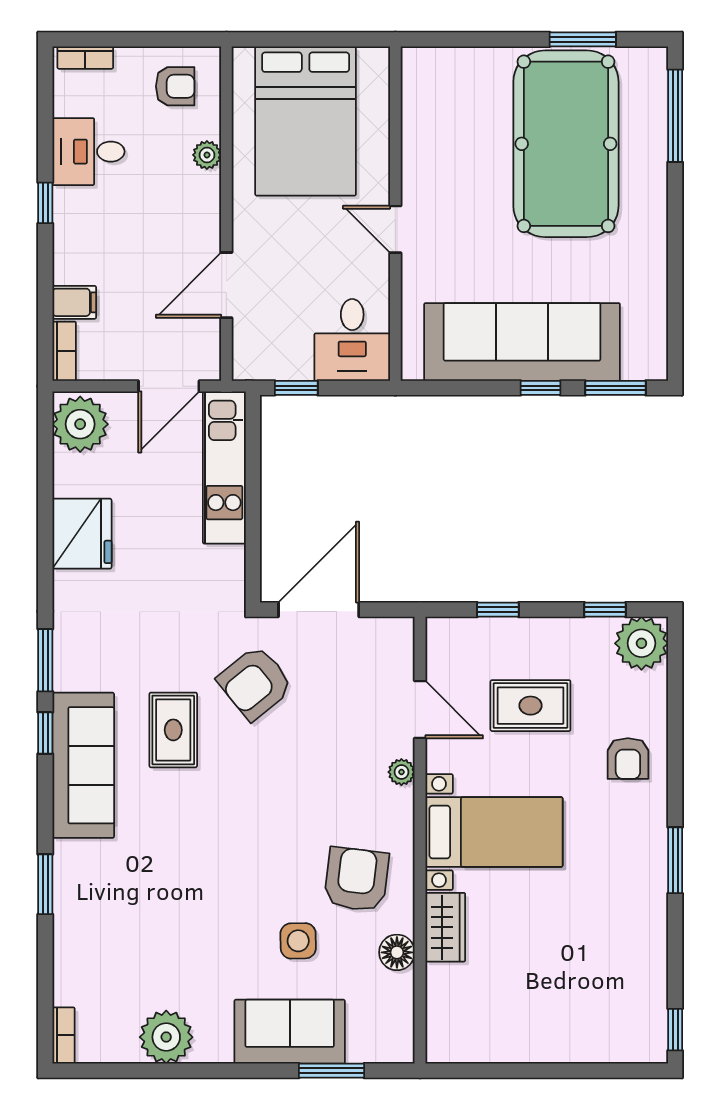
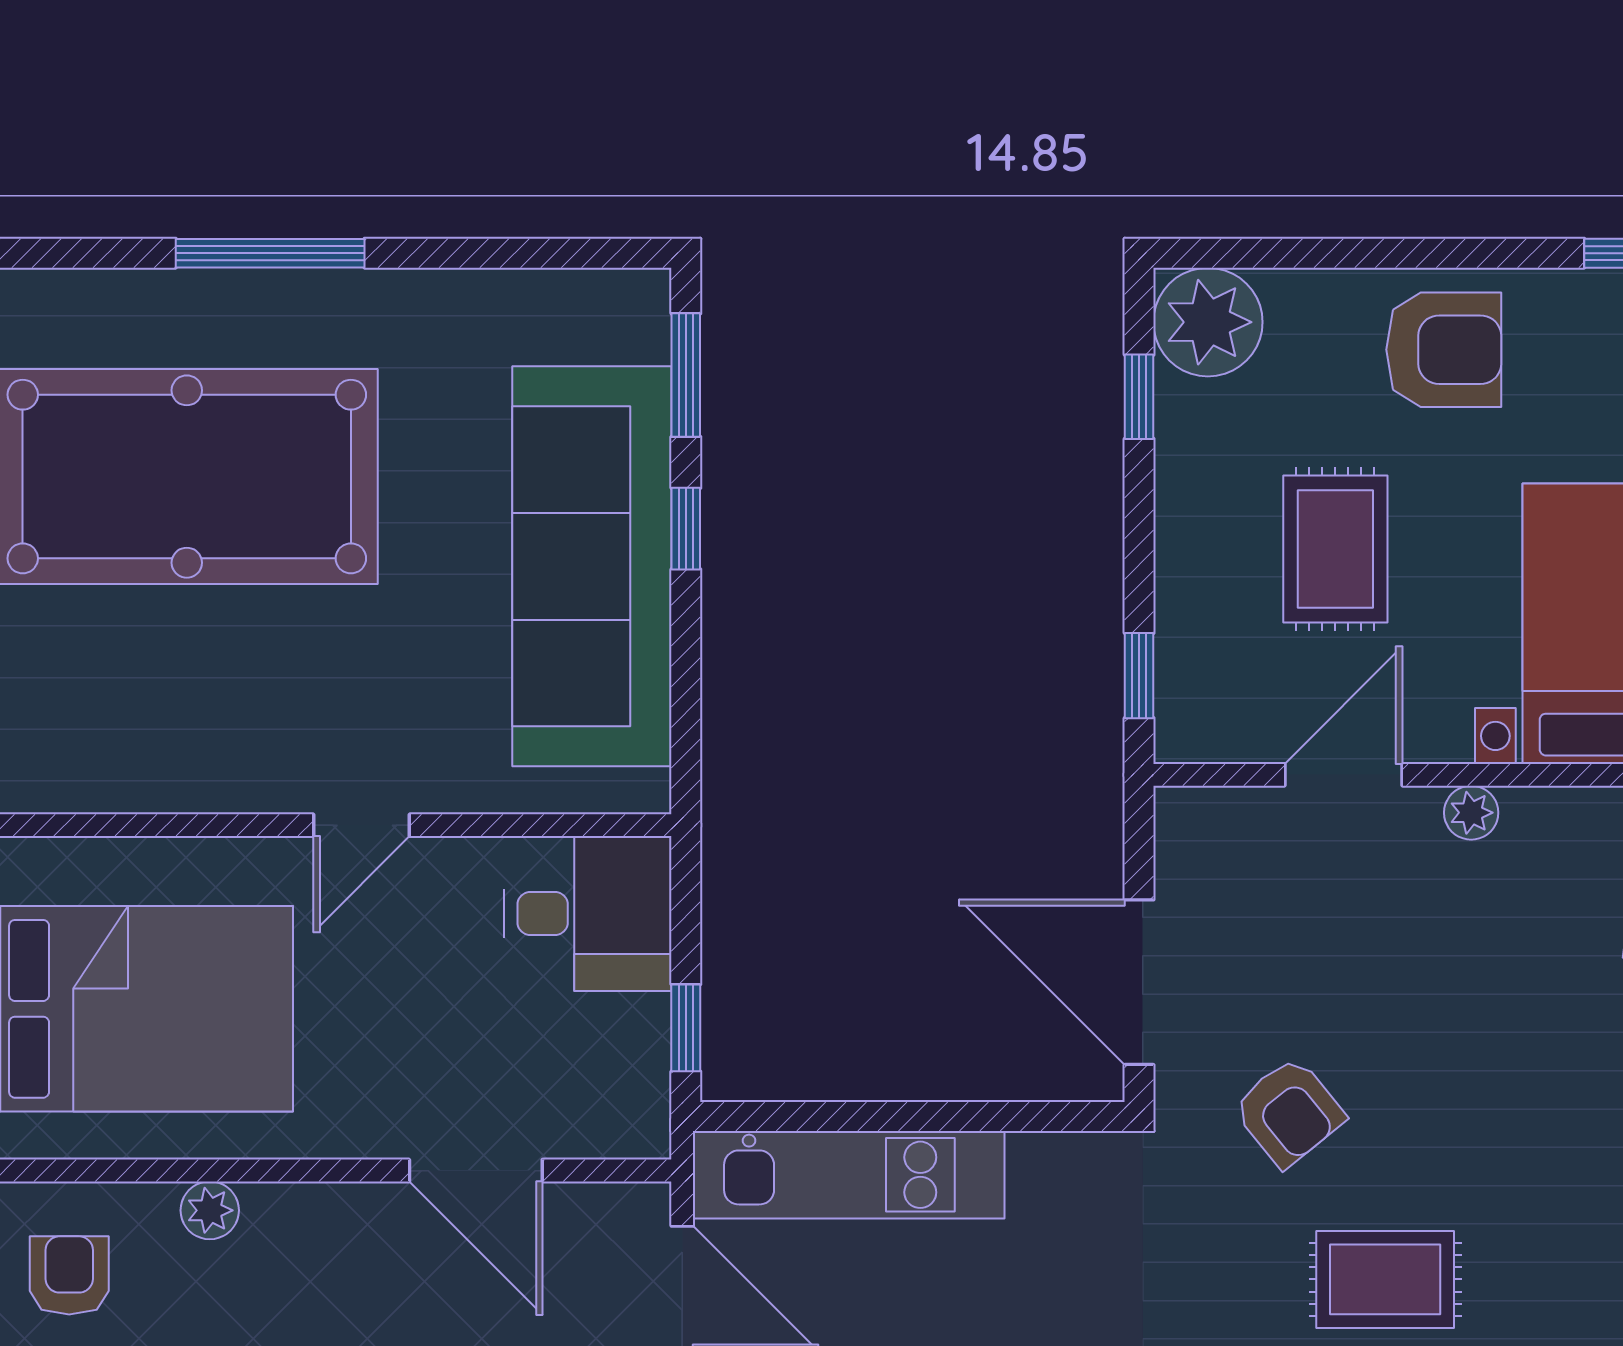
window: (675, 116) -> (270, 253), moved
window: (498, 610) -> (1139, 676), moved
armchair: (255, 683) -> (1289, 1112), width x0.72, depth x0.72
armchair: (628, 759) -> (1444, 350), width x1.38, depth x1.38

